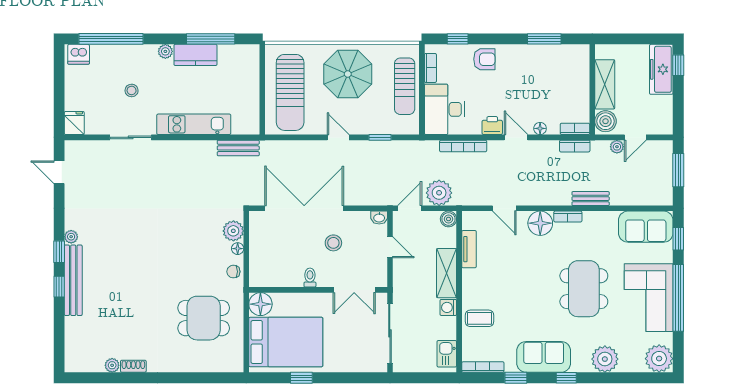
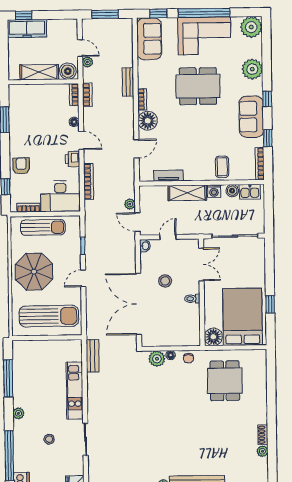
kitchen counter: (195, 55) -> (21, 390), removed
door: (516, 137) -> (81, 140), swing flipped
plant: (439, 193) -> (130, 204), width x0.53, depth x0.53
boiler: (448, 219) -> (232, 191), moved

